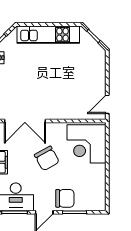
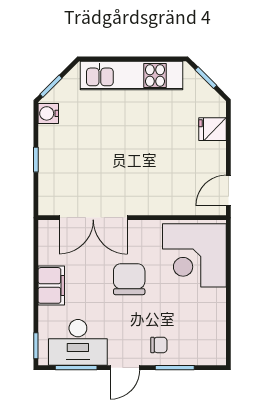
fridge: (97, 67) -> (213, 129), added
chair: (47, 158) -> (129, 279), turned -151
chair: (65, 198) -> (159, 345), width x0.54, depth x0.54

